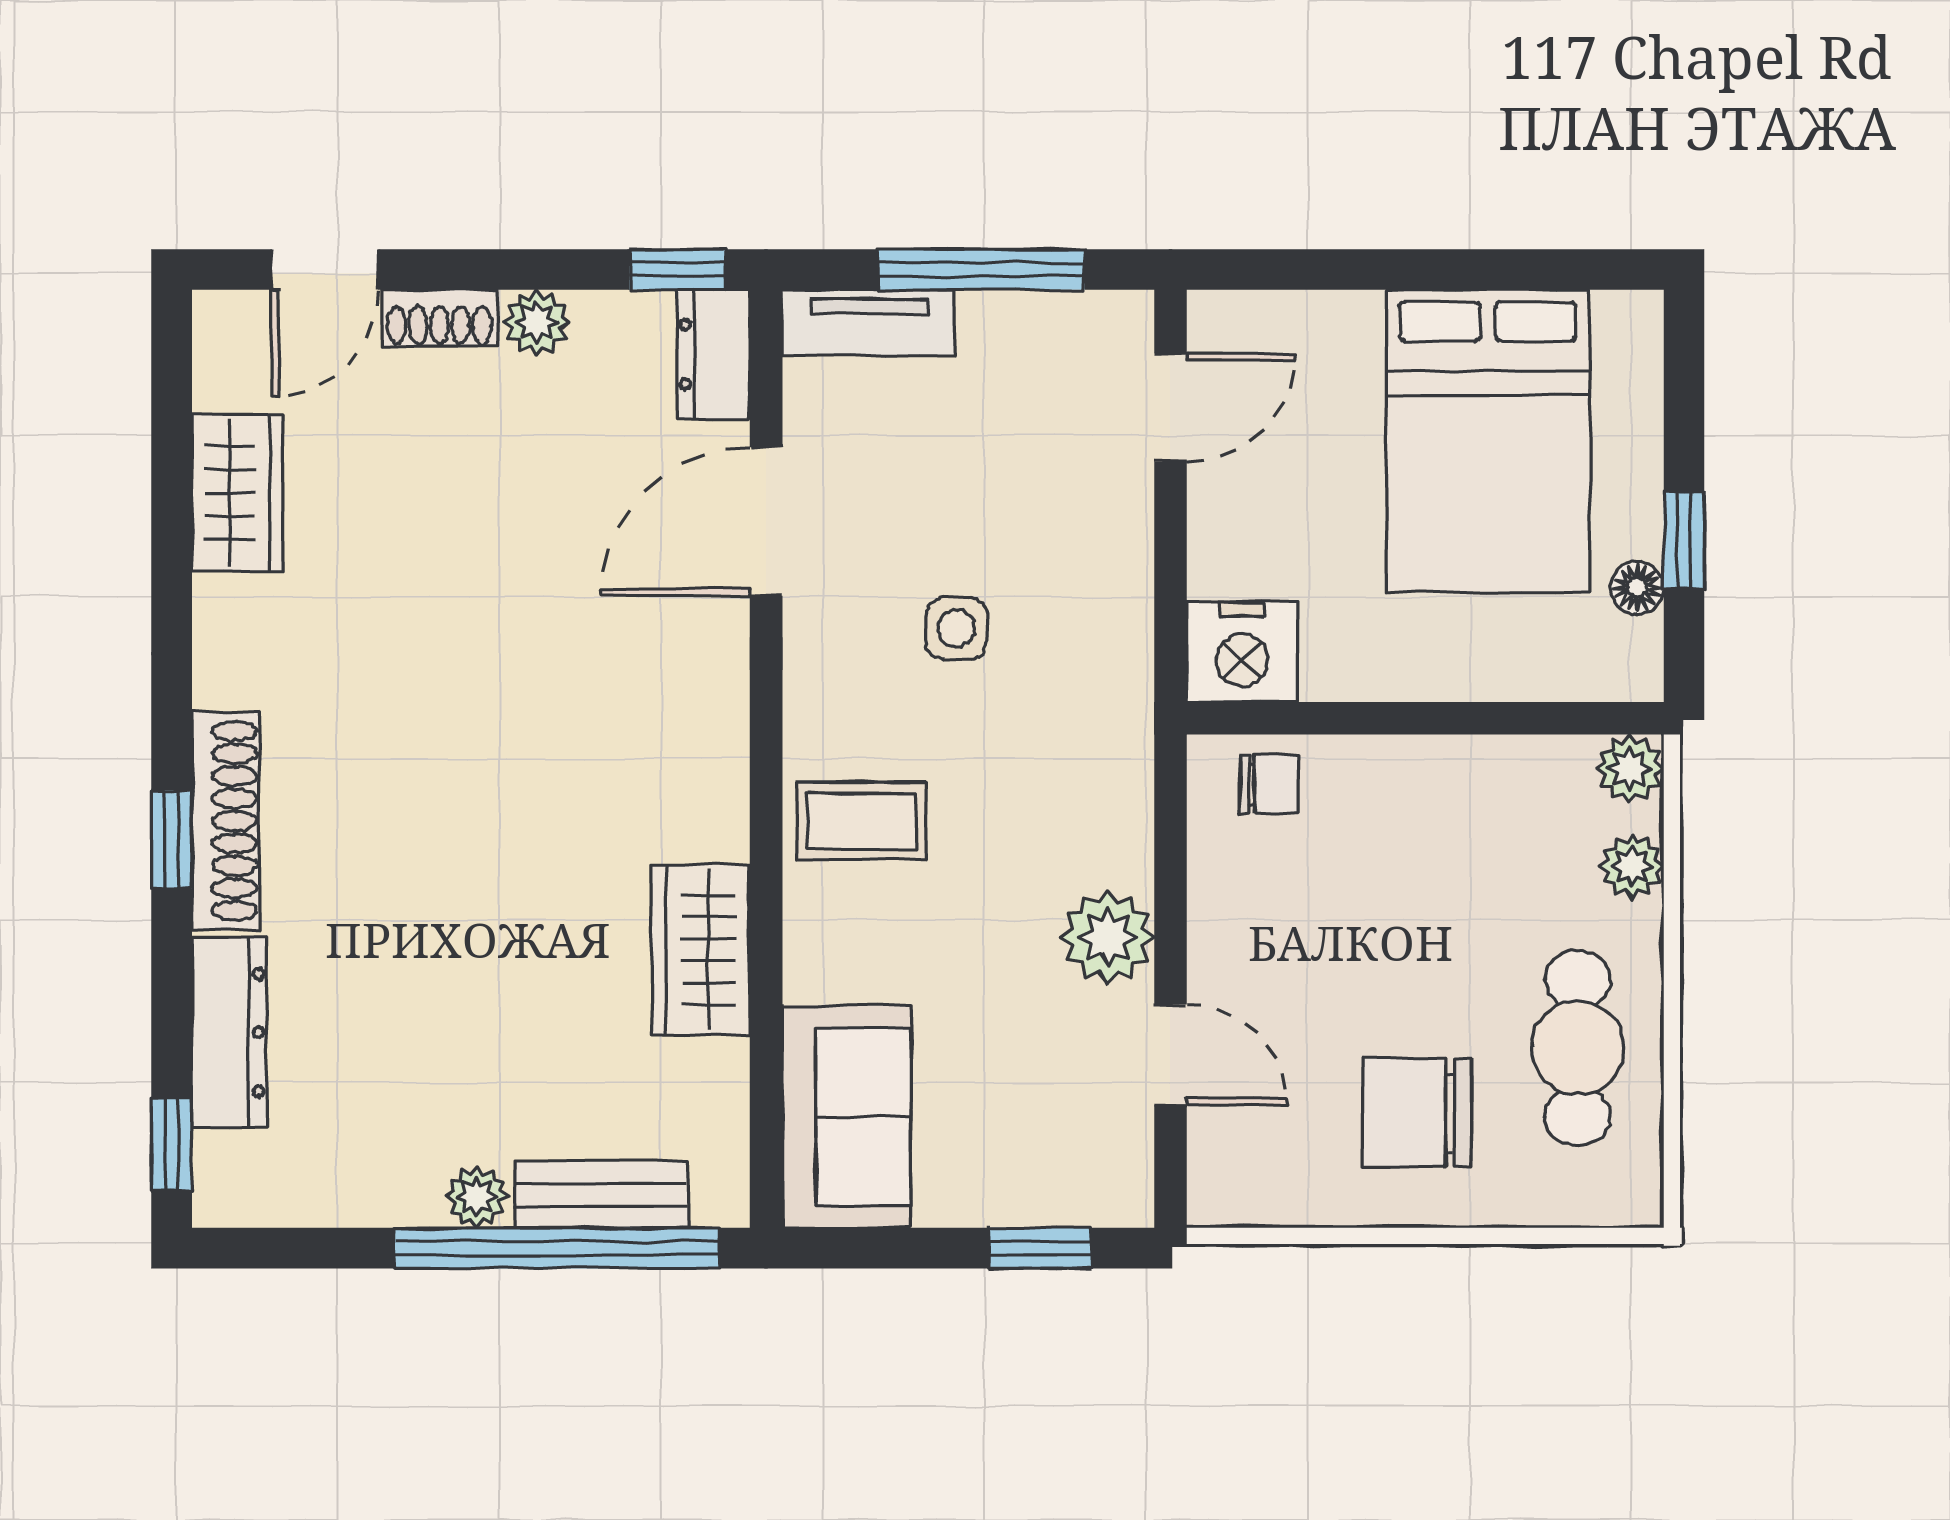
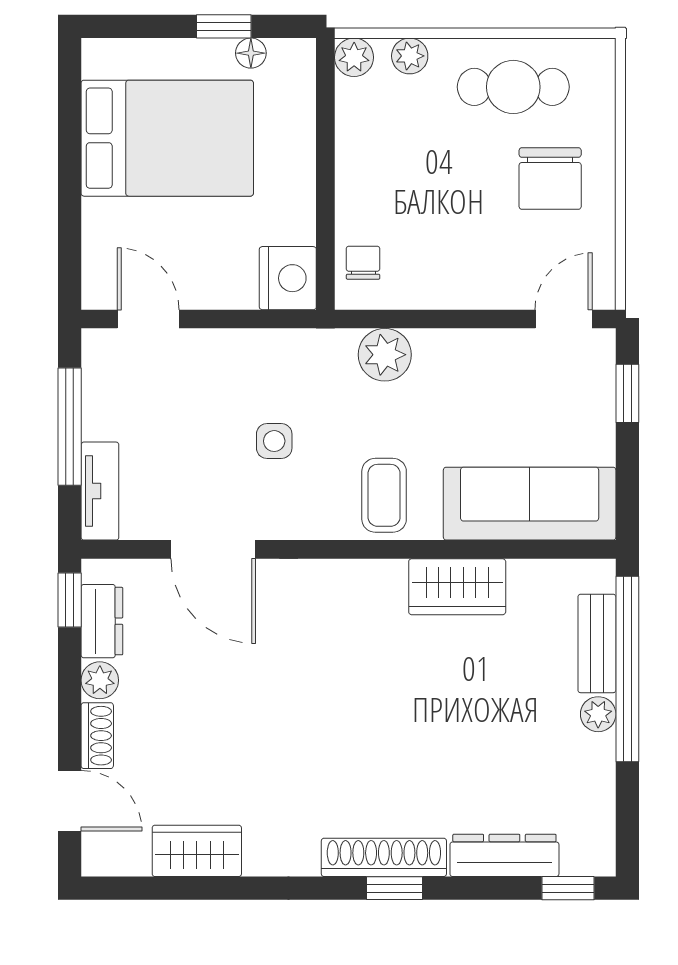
dresser: (714, 354) -> (102, 621), moved, turned -90
plant: (1108, 937) -> (385, 355), moved
door: (1170, 1055) -> (564, 319), moved
sofa: (847, 1117) -> (530, 504), width x1.36

